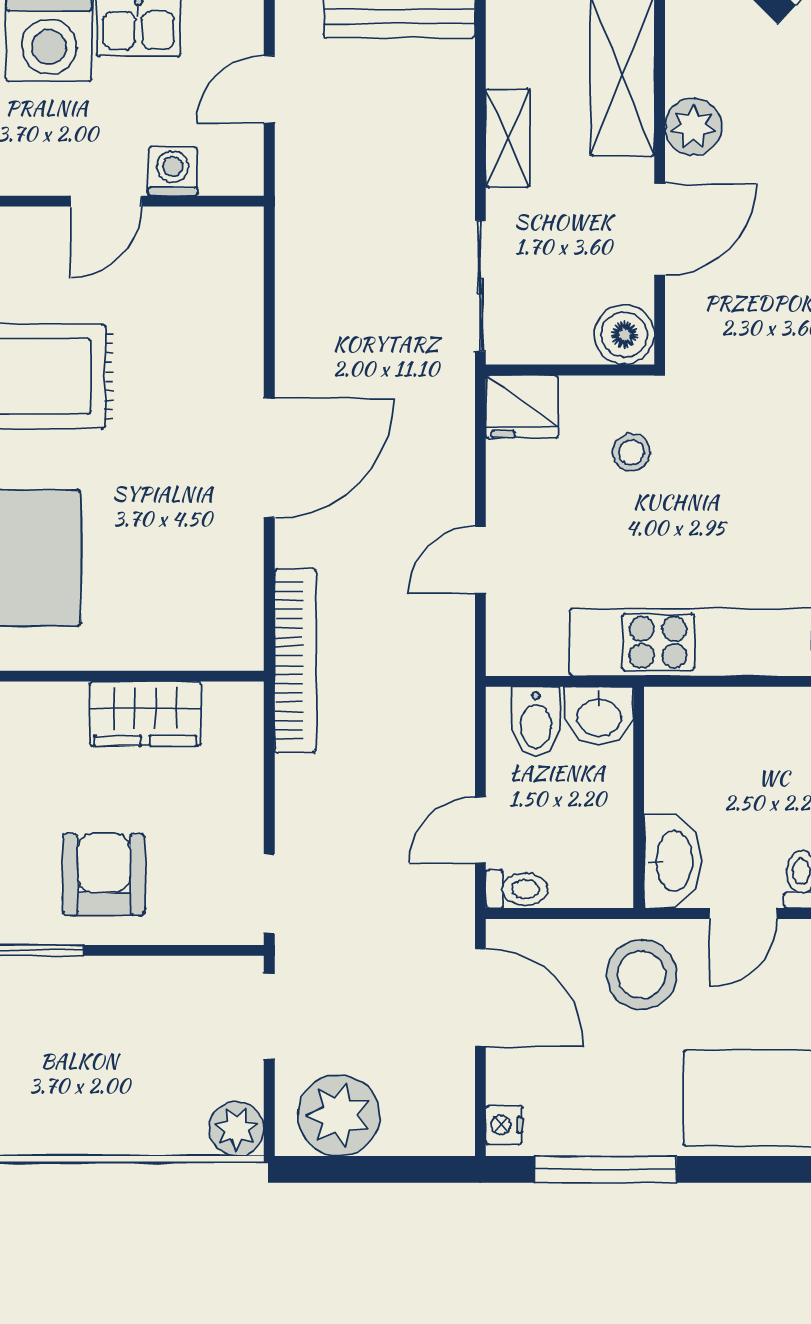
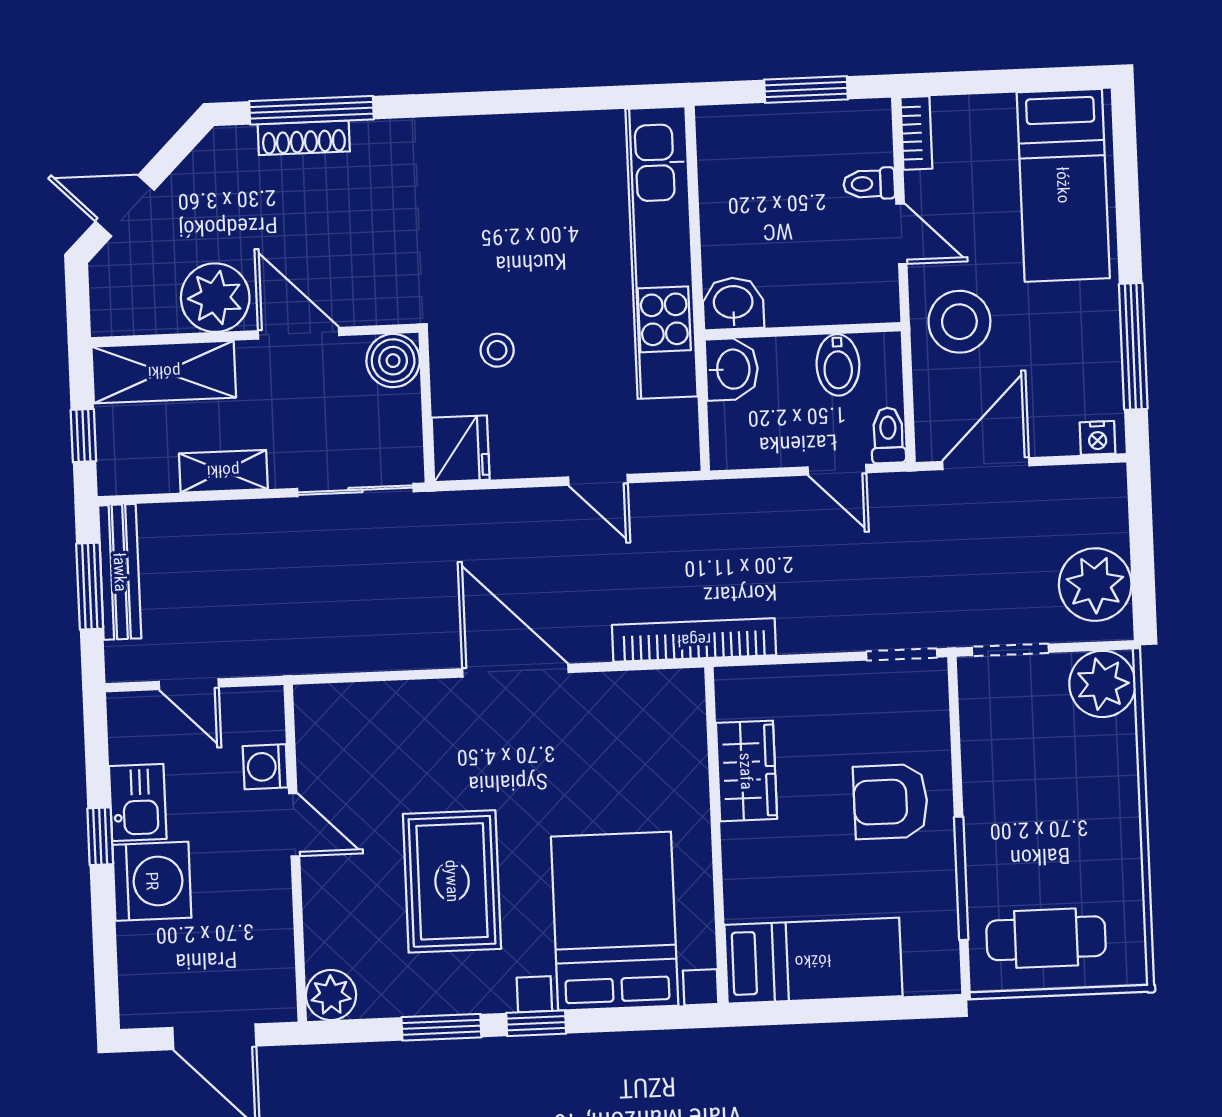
plant: (693, 127) -> (215, 298), width x1.36, depth x1.36
bidet: (536, 721) -> (838, 365), moved, turned 90
washbasin: (673, 861) -> (733, 303), moved, width x0.72
plant: (236, 1129) -> (1102, 684), width x1.36, depth x1.36

